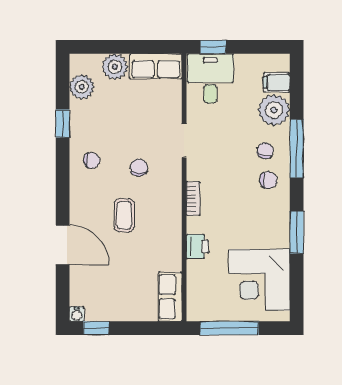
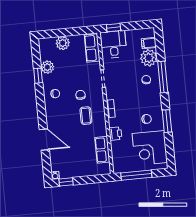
row of seats: (156, 66) -> (92, 48), moved, turned 90
plant: (82, 87) -> (47, 67), moved
chair: (268, 180) -> (147, 119), moved
coffee table: (124, 215) -> (86, 116), moved
row of seats: (170, 297) -> (102, 150), moved

